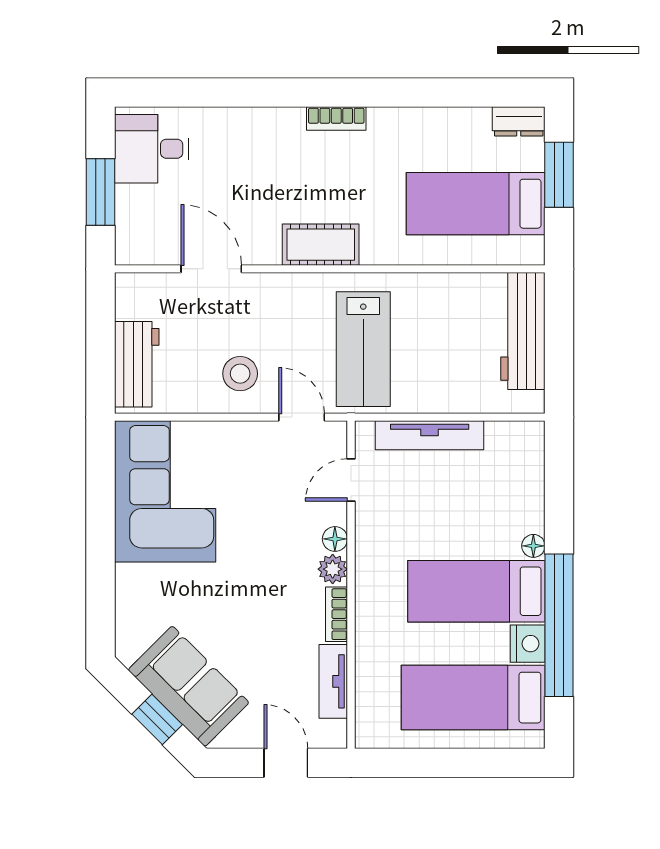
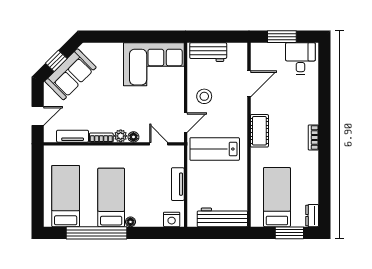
tv unit: (430, 435) -> (178, 184), width x0.71
nightstand: (528, 644) -> (172, 219), moved

